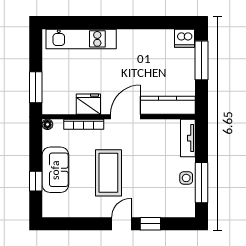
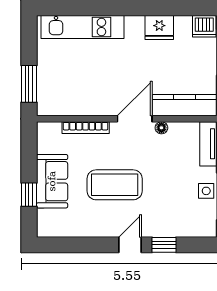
fridge: (88, 104) -> (159, 27), moved, turned 180
floor lamp: (47, 124) -> (161, 128), moved
coffee table: (108, 173) -> (115, 185), turned 90

